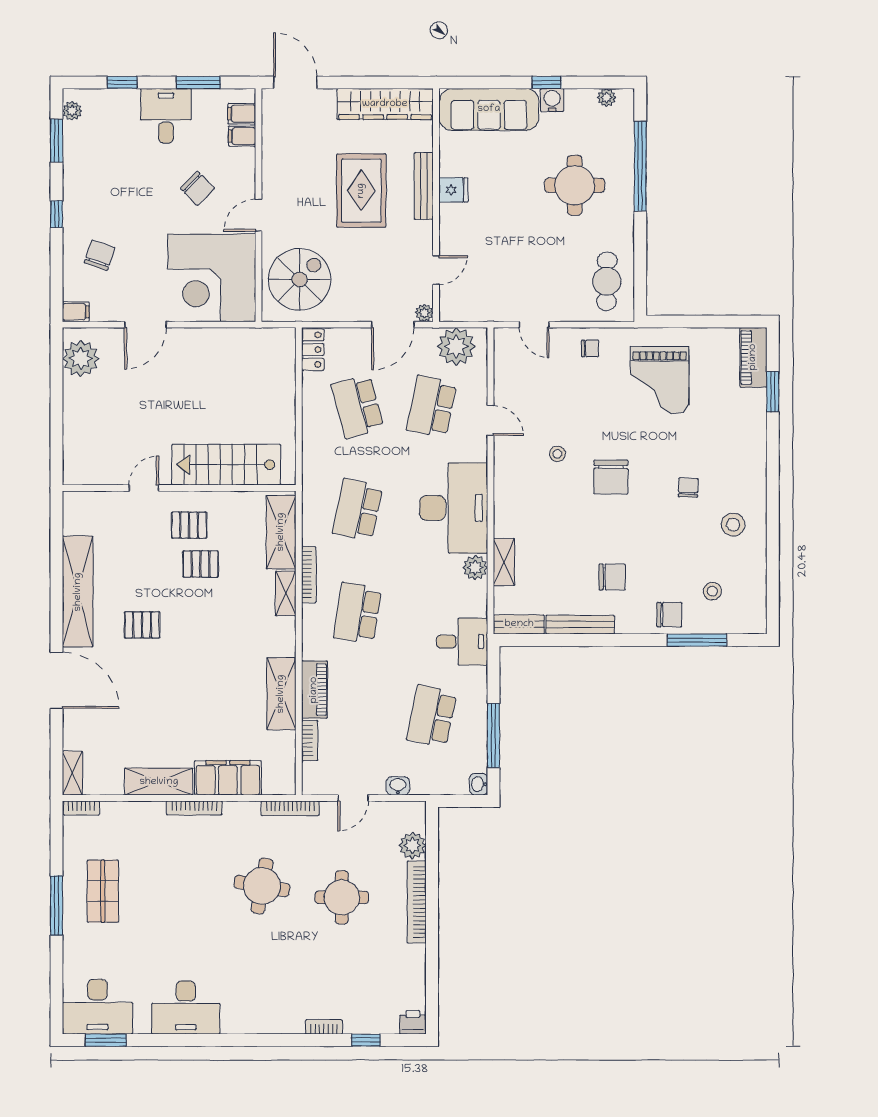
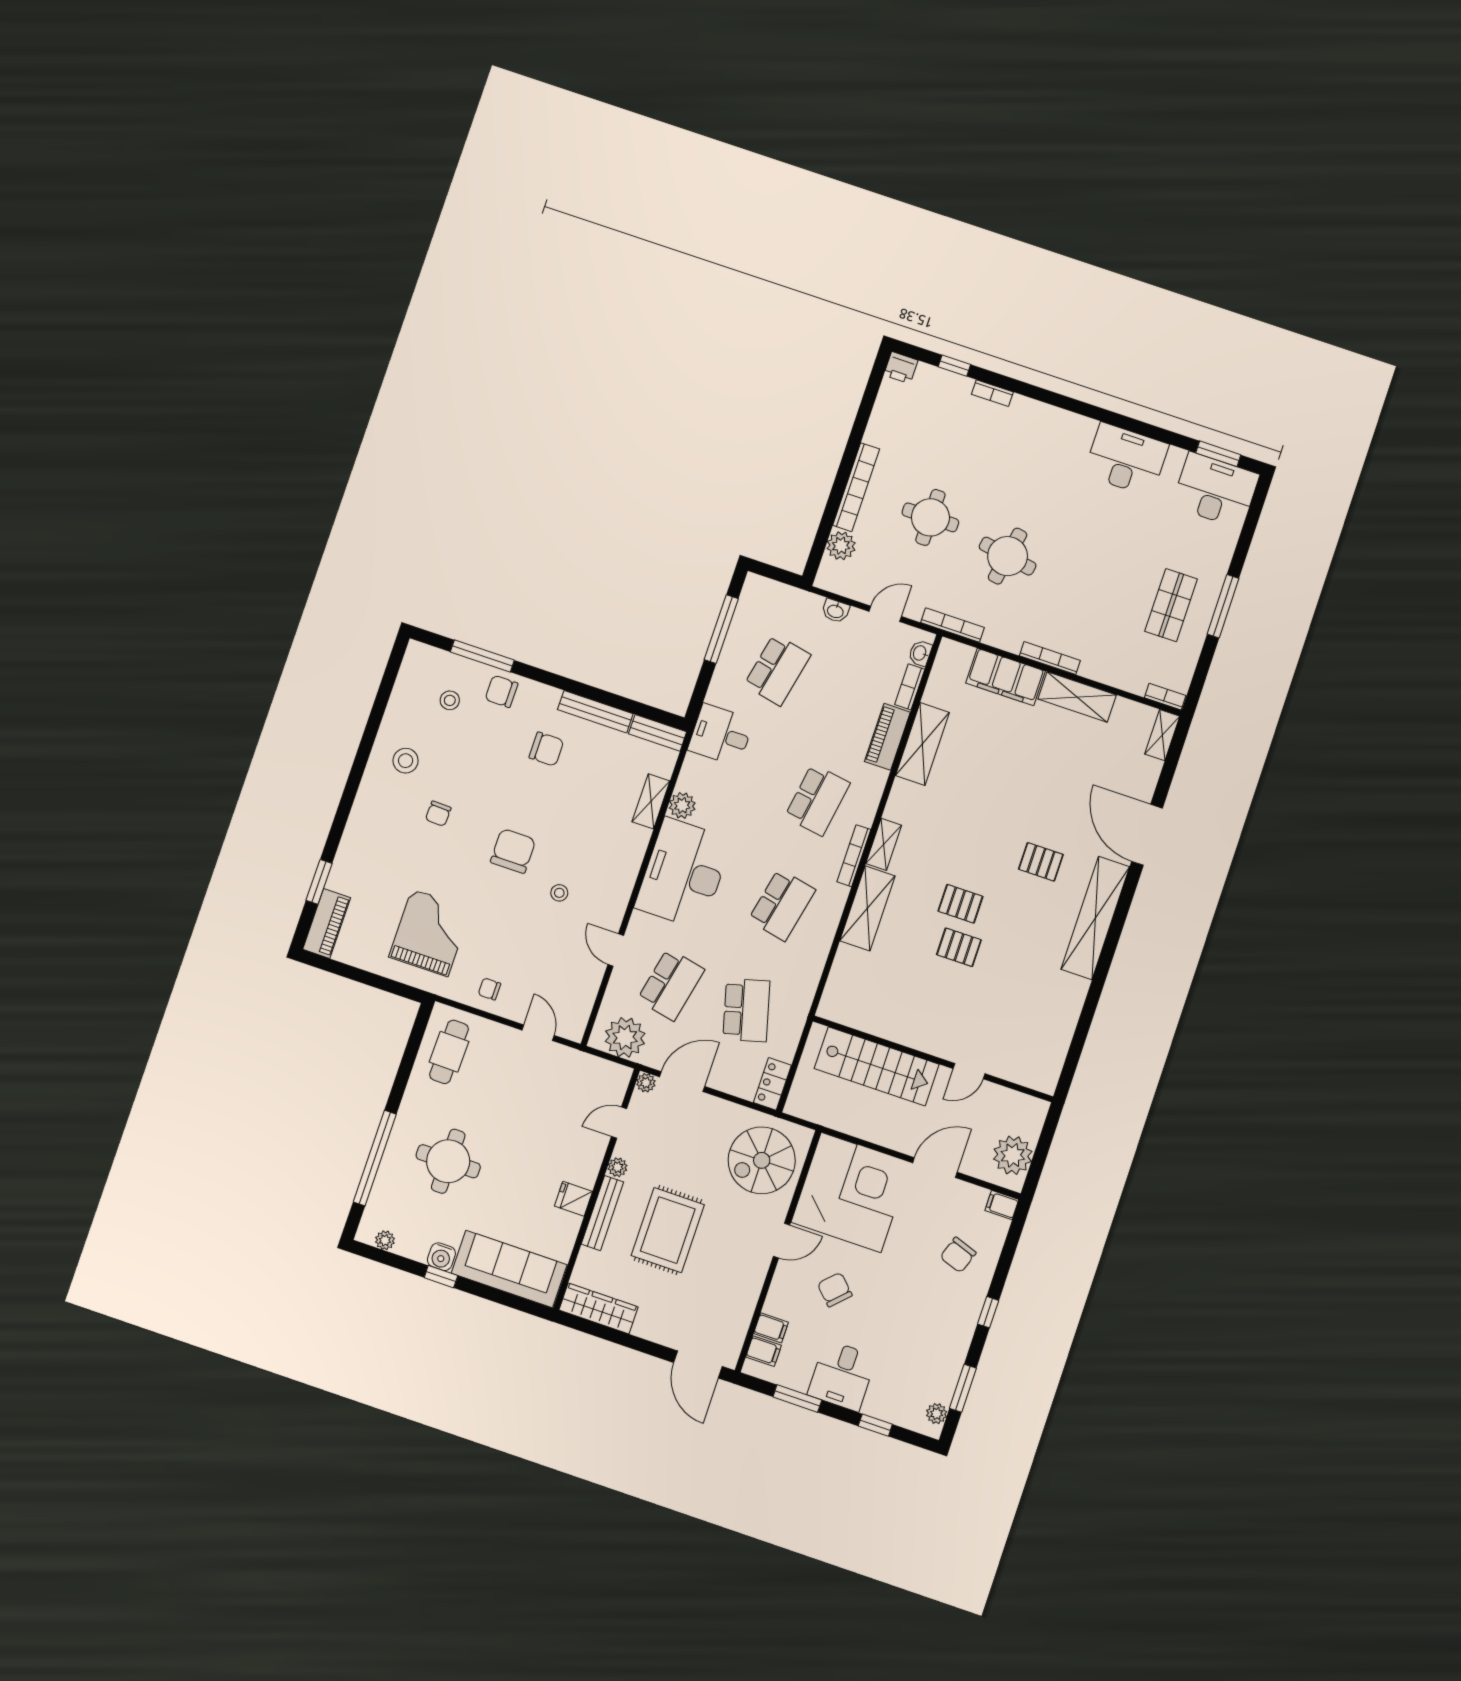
wardrobe: (385, 104) -> (599, 1308), width x0.71, depth x0.85
plant: (424, 231) -> (618, 1167), added
stairs: (226, 465) -> (877, 1066), moved
door: (144, 488) -> (969, 1071), moved
wall: (179, 488) -> (933, 1059), moved
chair: (612, 577) -> (546, 749), turned 180
washbasin: (479, 784) -> (920, 653), moved, turned 180

